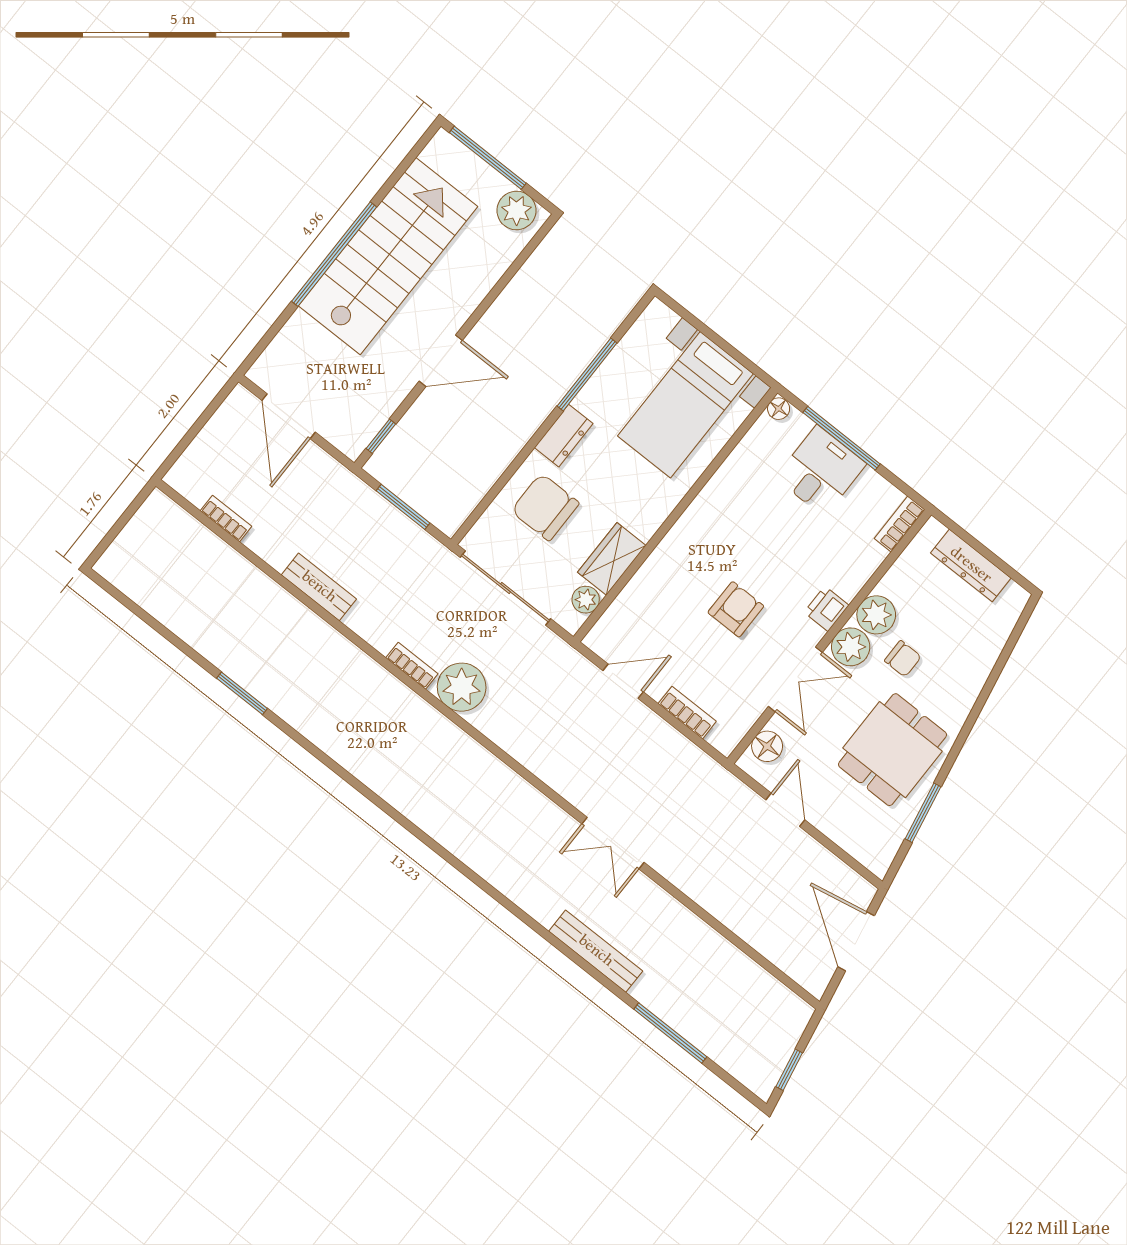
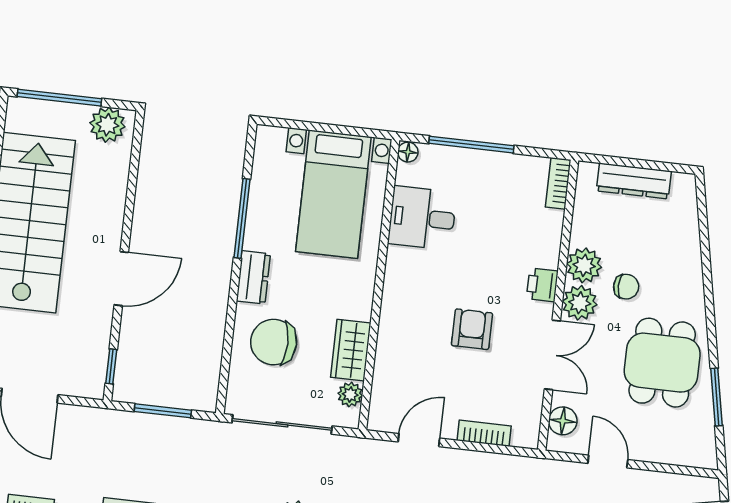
desk: (821, 471) -> (422, 218), moved, turned -90

